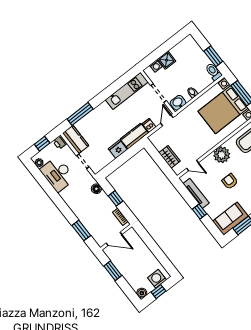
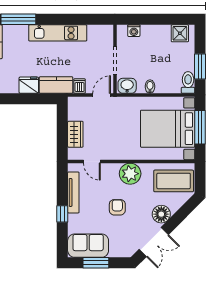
shower: (167, 60) -> (180, 33), moved
kitchen unit: (127, 91) -> (58, 33), moved

